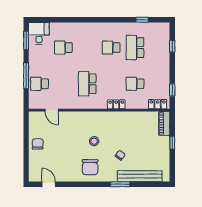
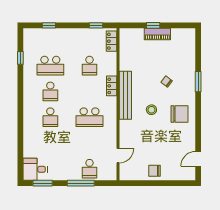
school desk: (63, 48) -> (50, 117), moved
piano: (164, 123) -> (157, 34), moved
bench: (140, 176) -> (125, 95), moved

